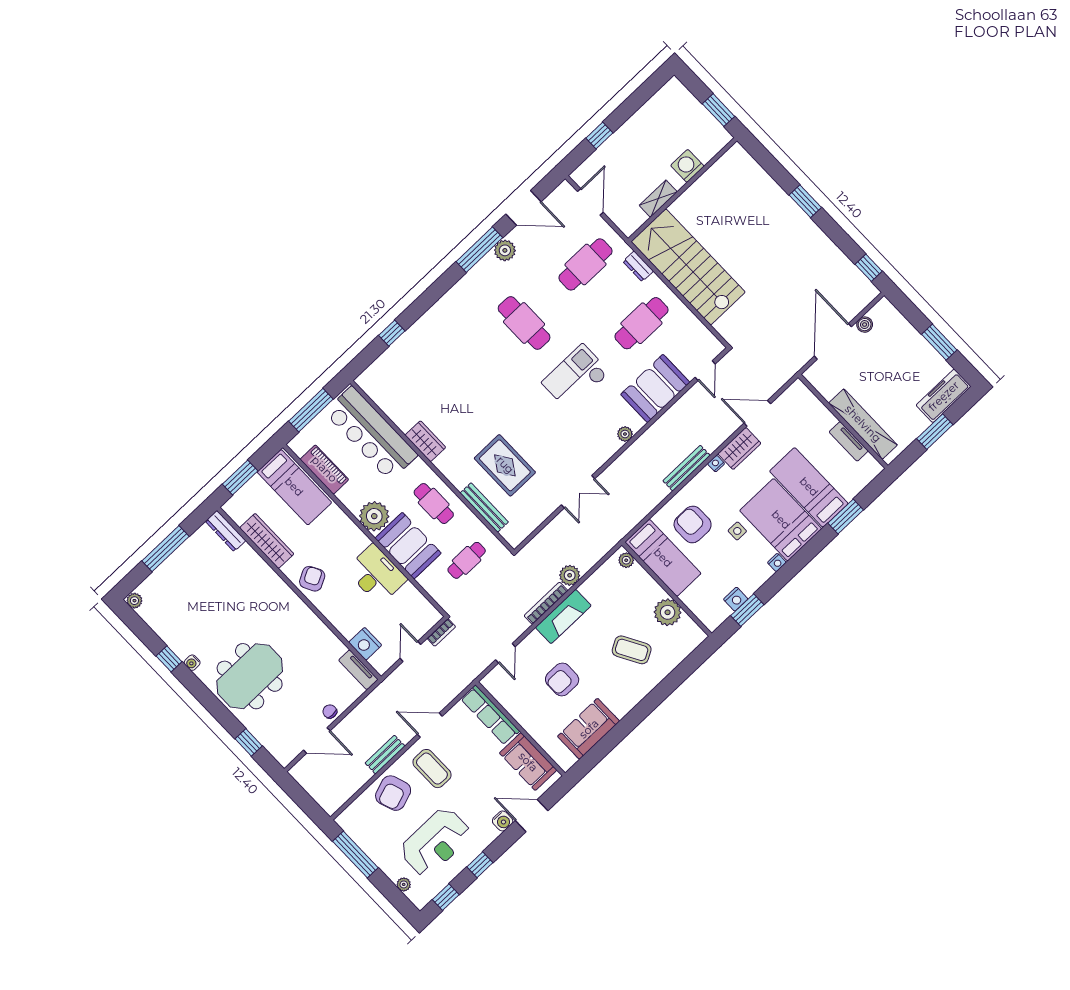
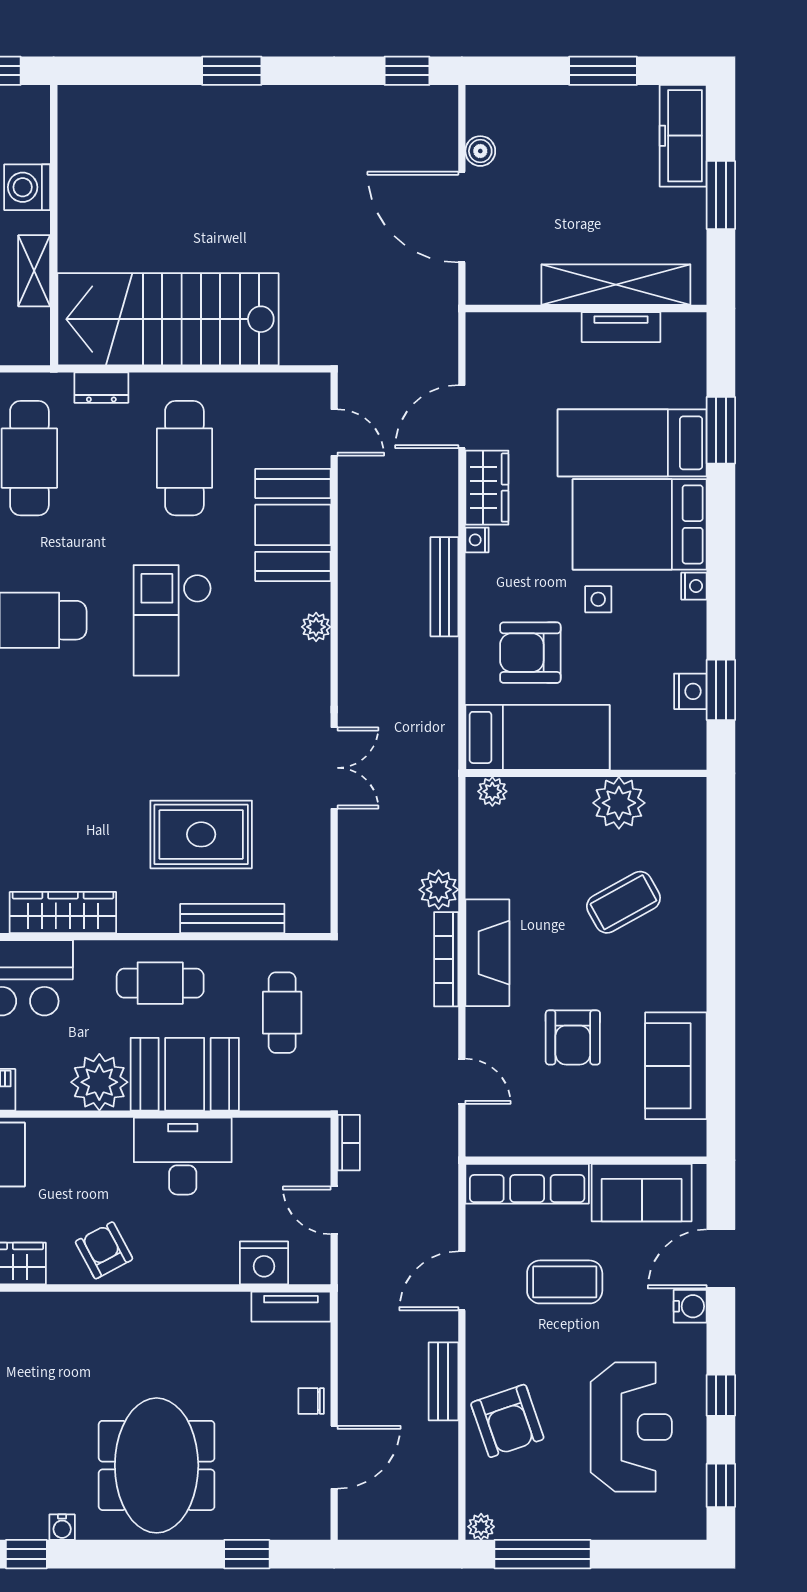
wardrobe: (425, 441) -> (63, 913), width x1.50
coffee table: (432, 769) -> (565, 1282), moved
plant: (404, 884) -> (481, 1527), moved

